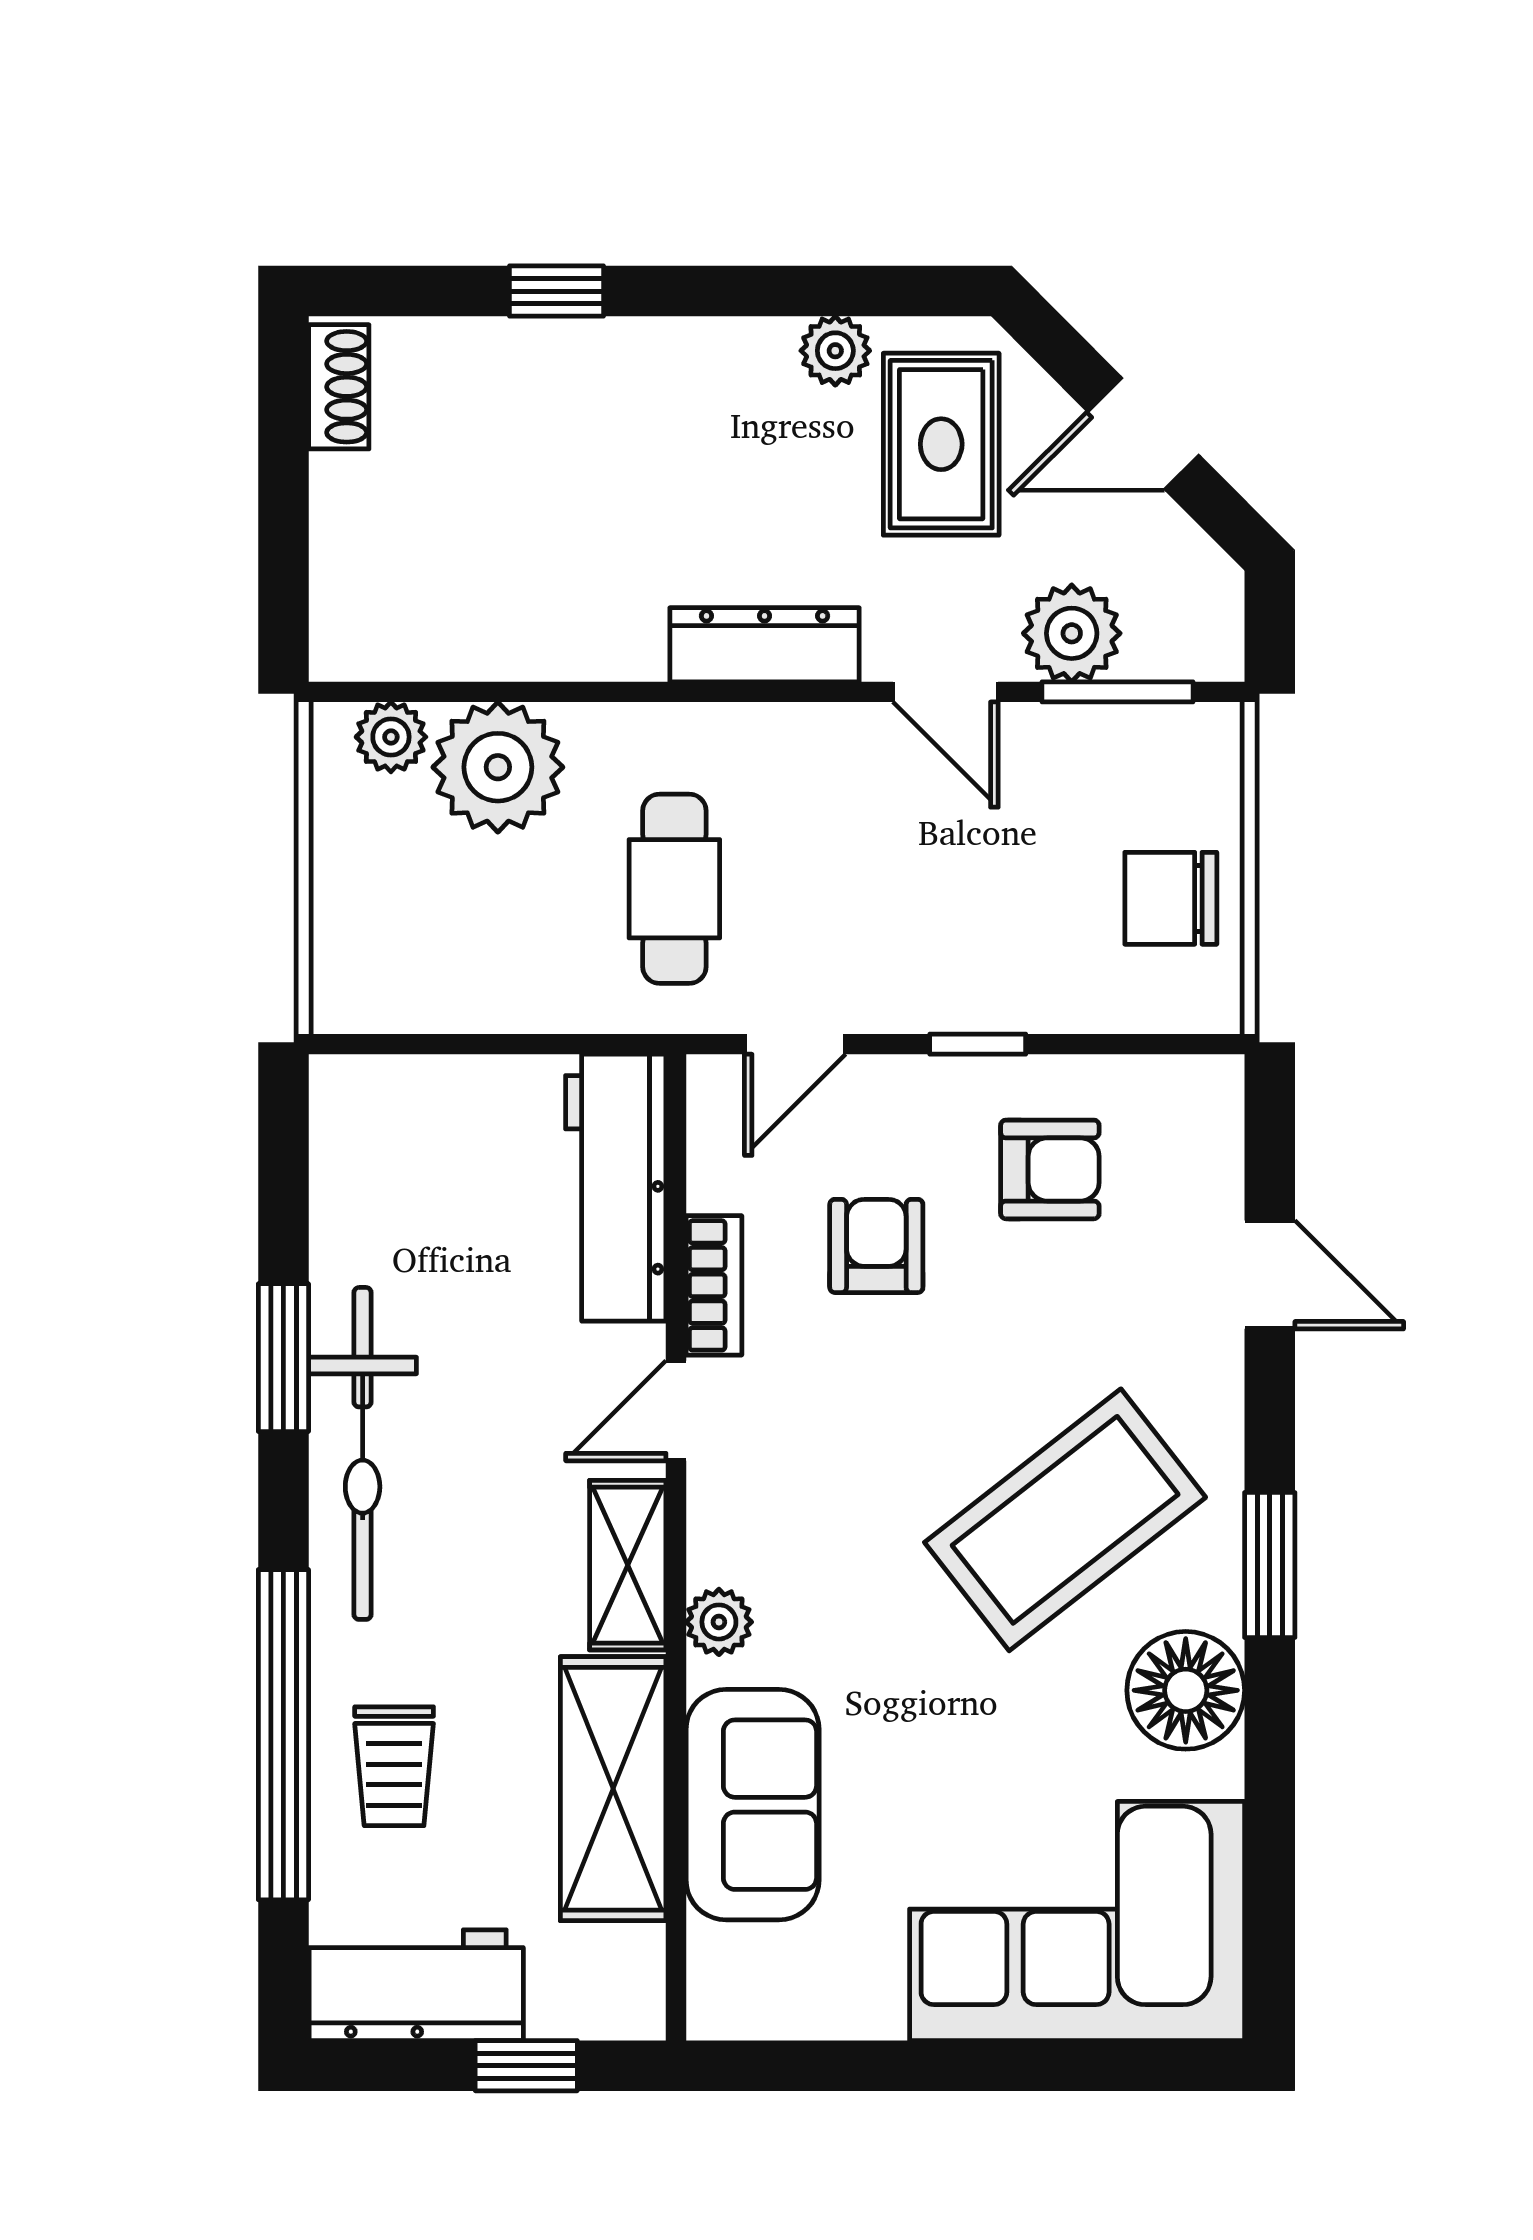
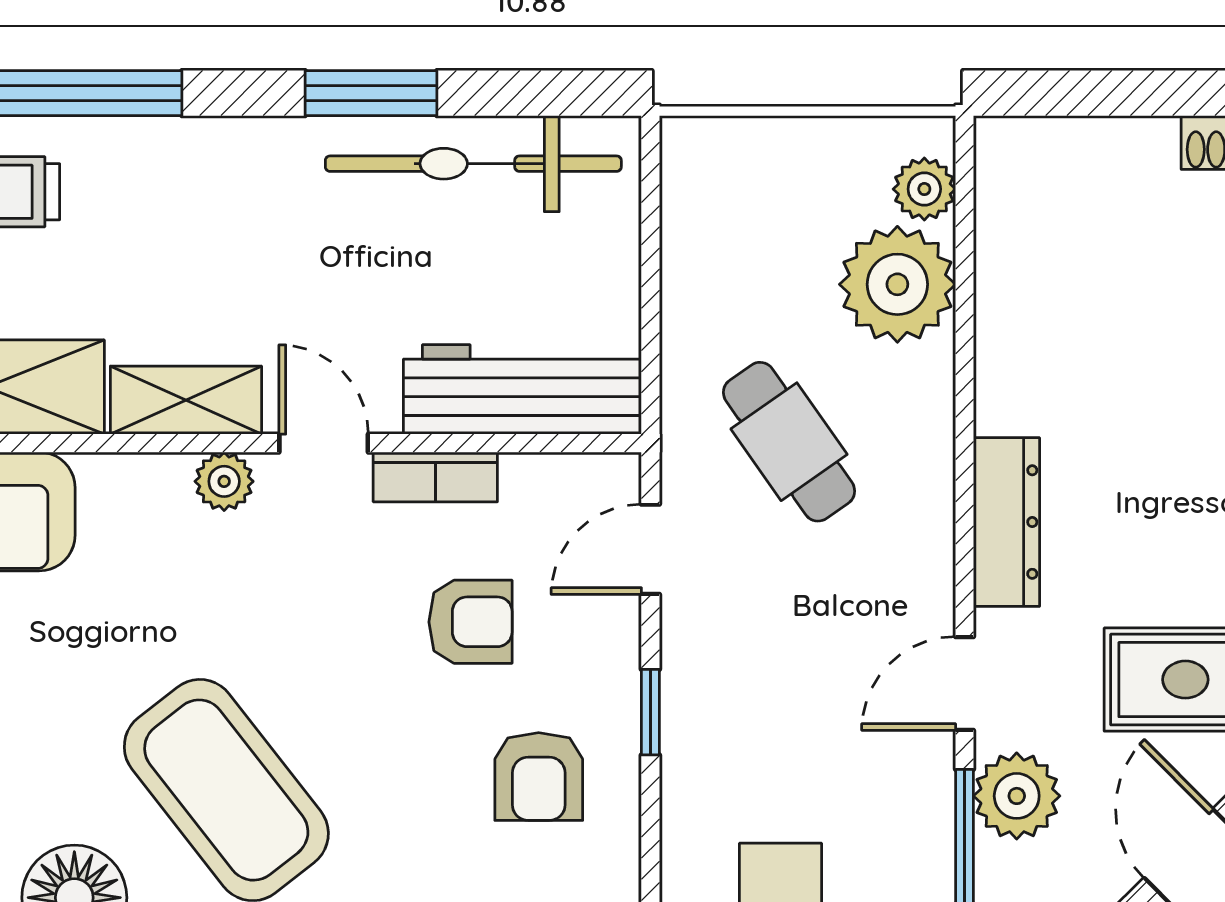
cafe table: (674, 889) -> (789, 442), turned 55
door: (795, 1044) -> (650, 549), hinge flipped
bicycle: (363, 1453) -> (473, 164), moved
plant: (719, 1622) -> (224, 481), moved

